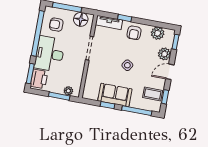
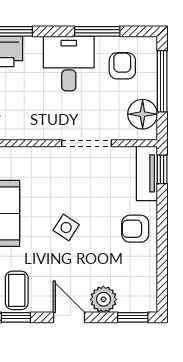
window: (125, 18) -> (162, 169), moved
window: (38, 33) -> (97, 31), width x0.47
plant: (158, 33) -> (144, 277), removed
desk: (50, 54) -> (69, 63), width x0.73

